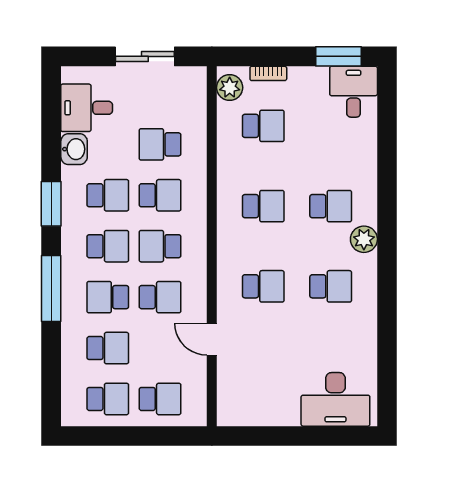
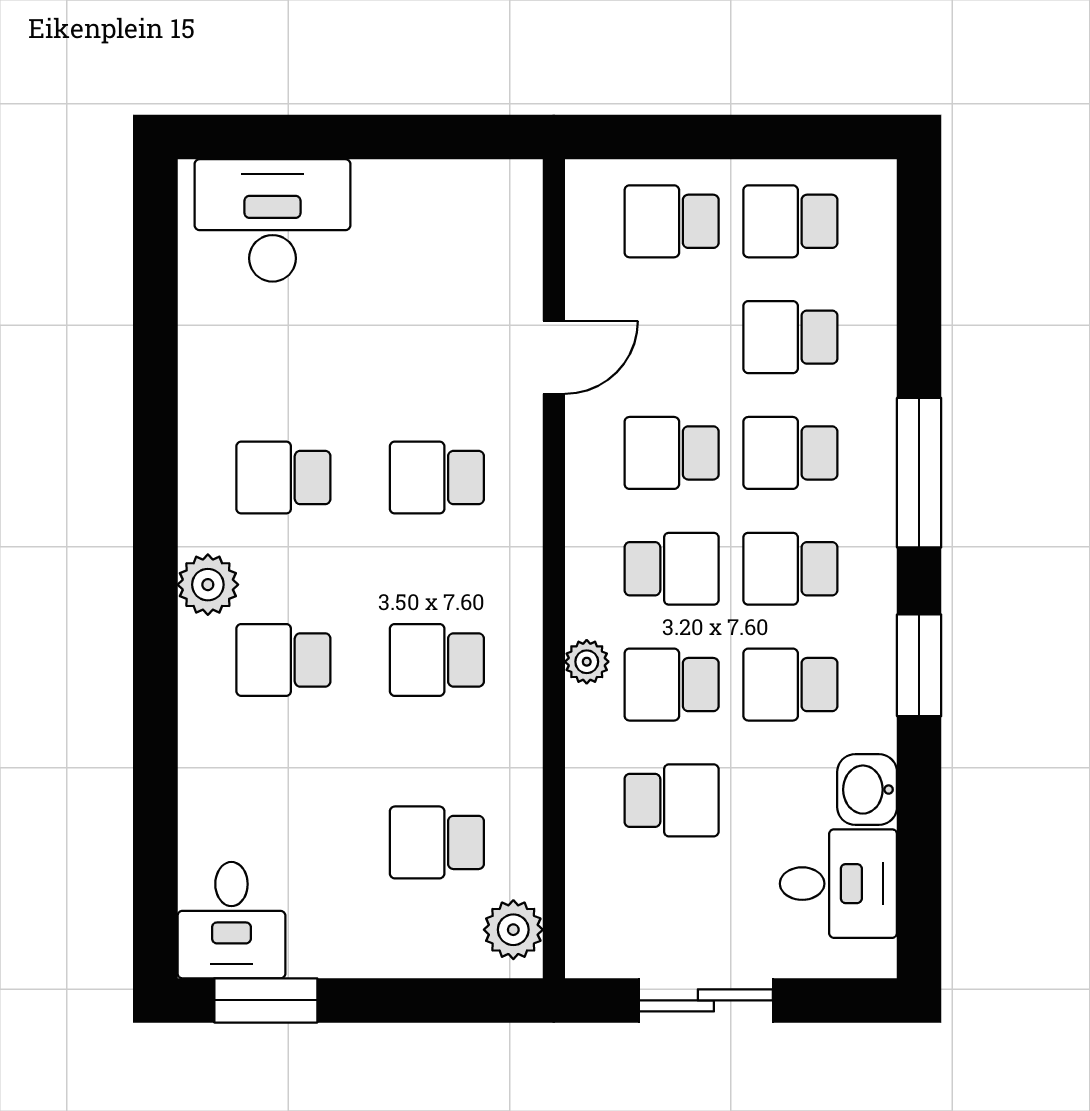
bookcase: (268, 73) -> (425, 962), removed
plant: (197, 205) -> (587, 662), added
school desk: (108, 297) -> (790, 453), turned 180
door: (212, 339) -> (554, 357), hinge flipped

